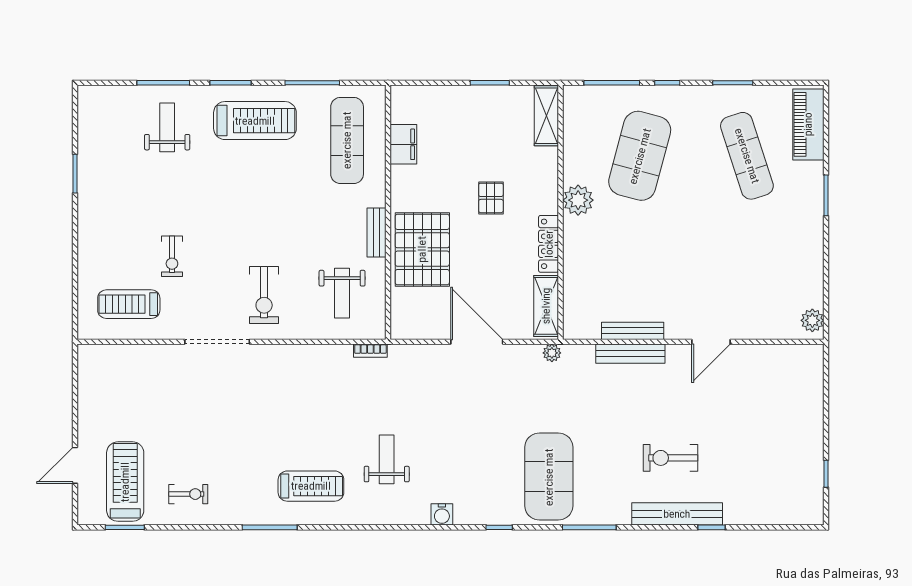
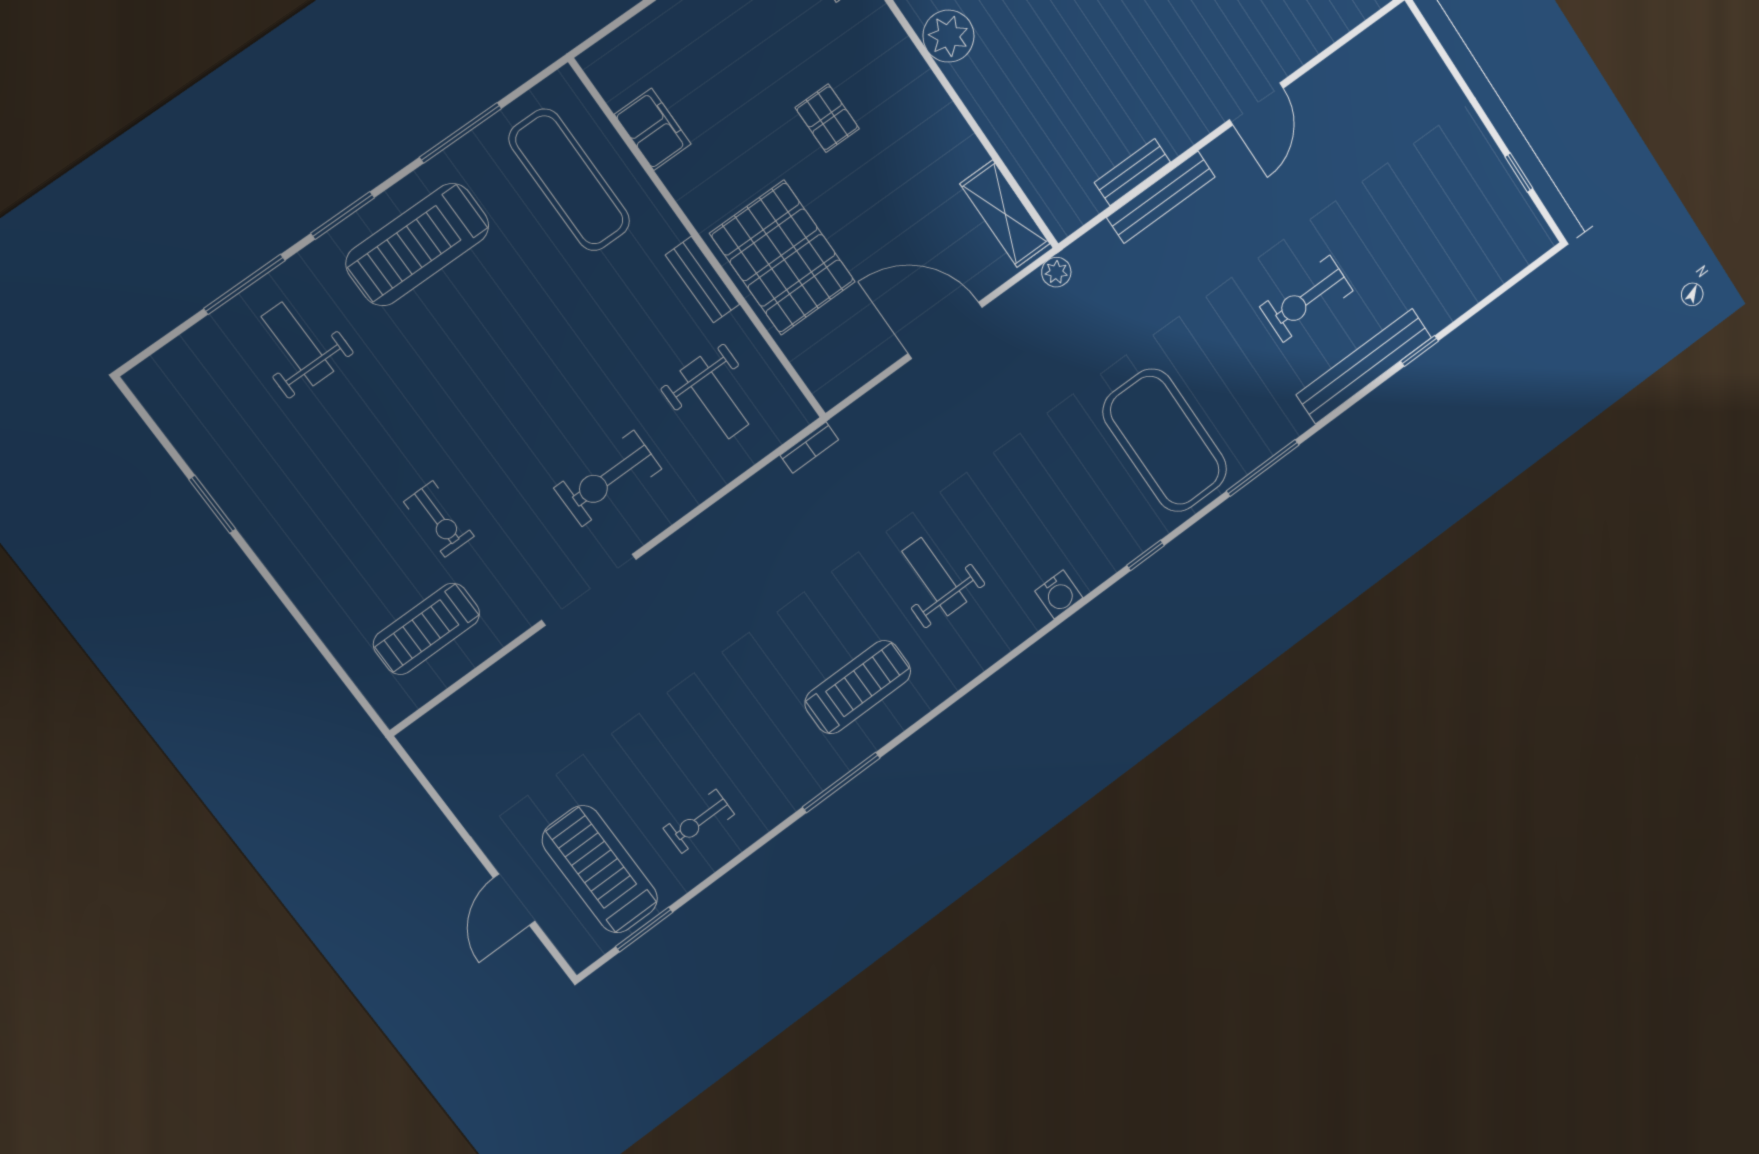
treadmill: (255, 121) -> (417, 245), turned 180
locker: (549, 244) -> (950, 126), removed
exercise bike: (264, 295) -> (608, 478), turned 90
bench: (633, 331) -> (1132, 172), width x0.73
exercise bike: (188, 494) -> (699, 821), turned 180

